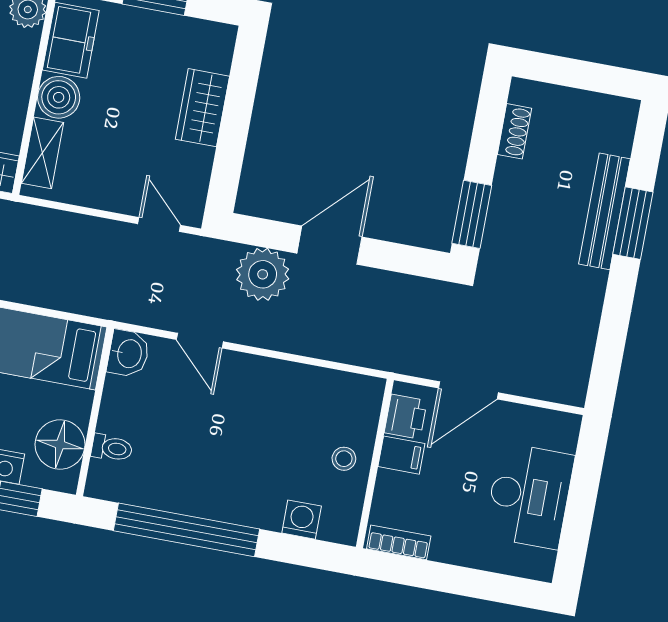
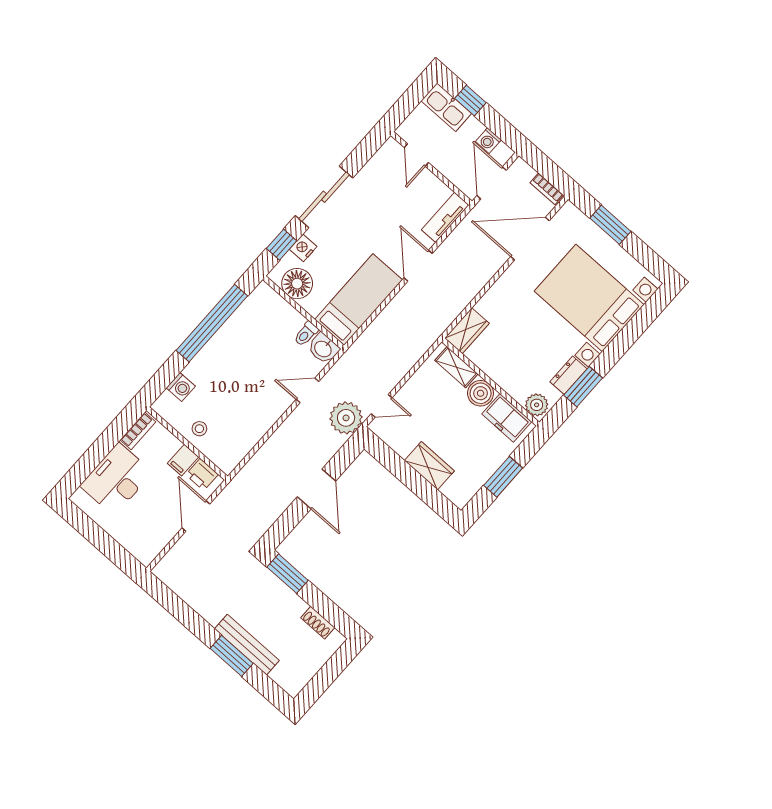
plant: (263, 274) -> (346, 418), moved
toilet: (112, 448) -> (306, 334), moved
desk: (529, 496) -> (116, 479), moved, turned 90

